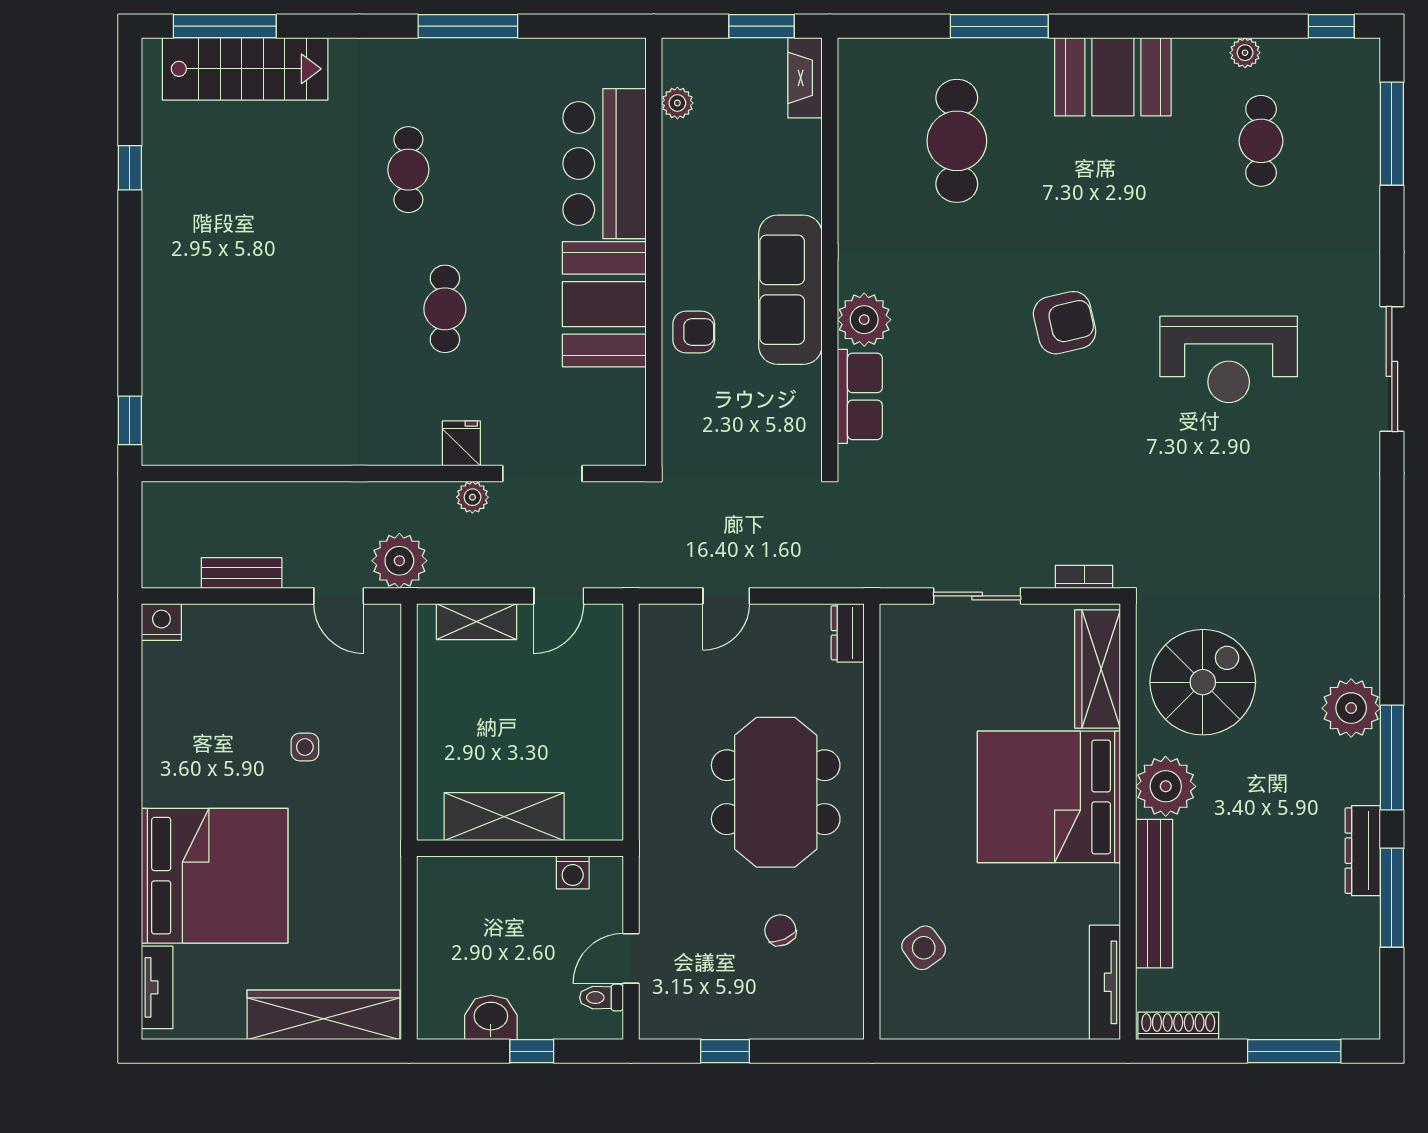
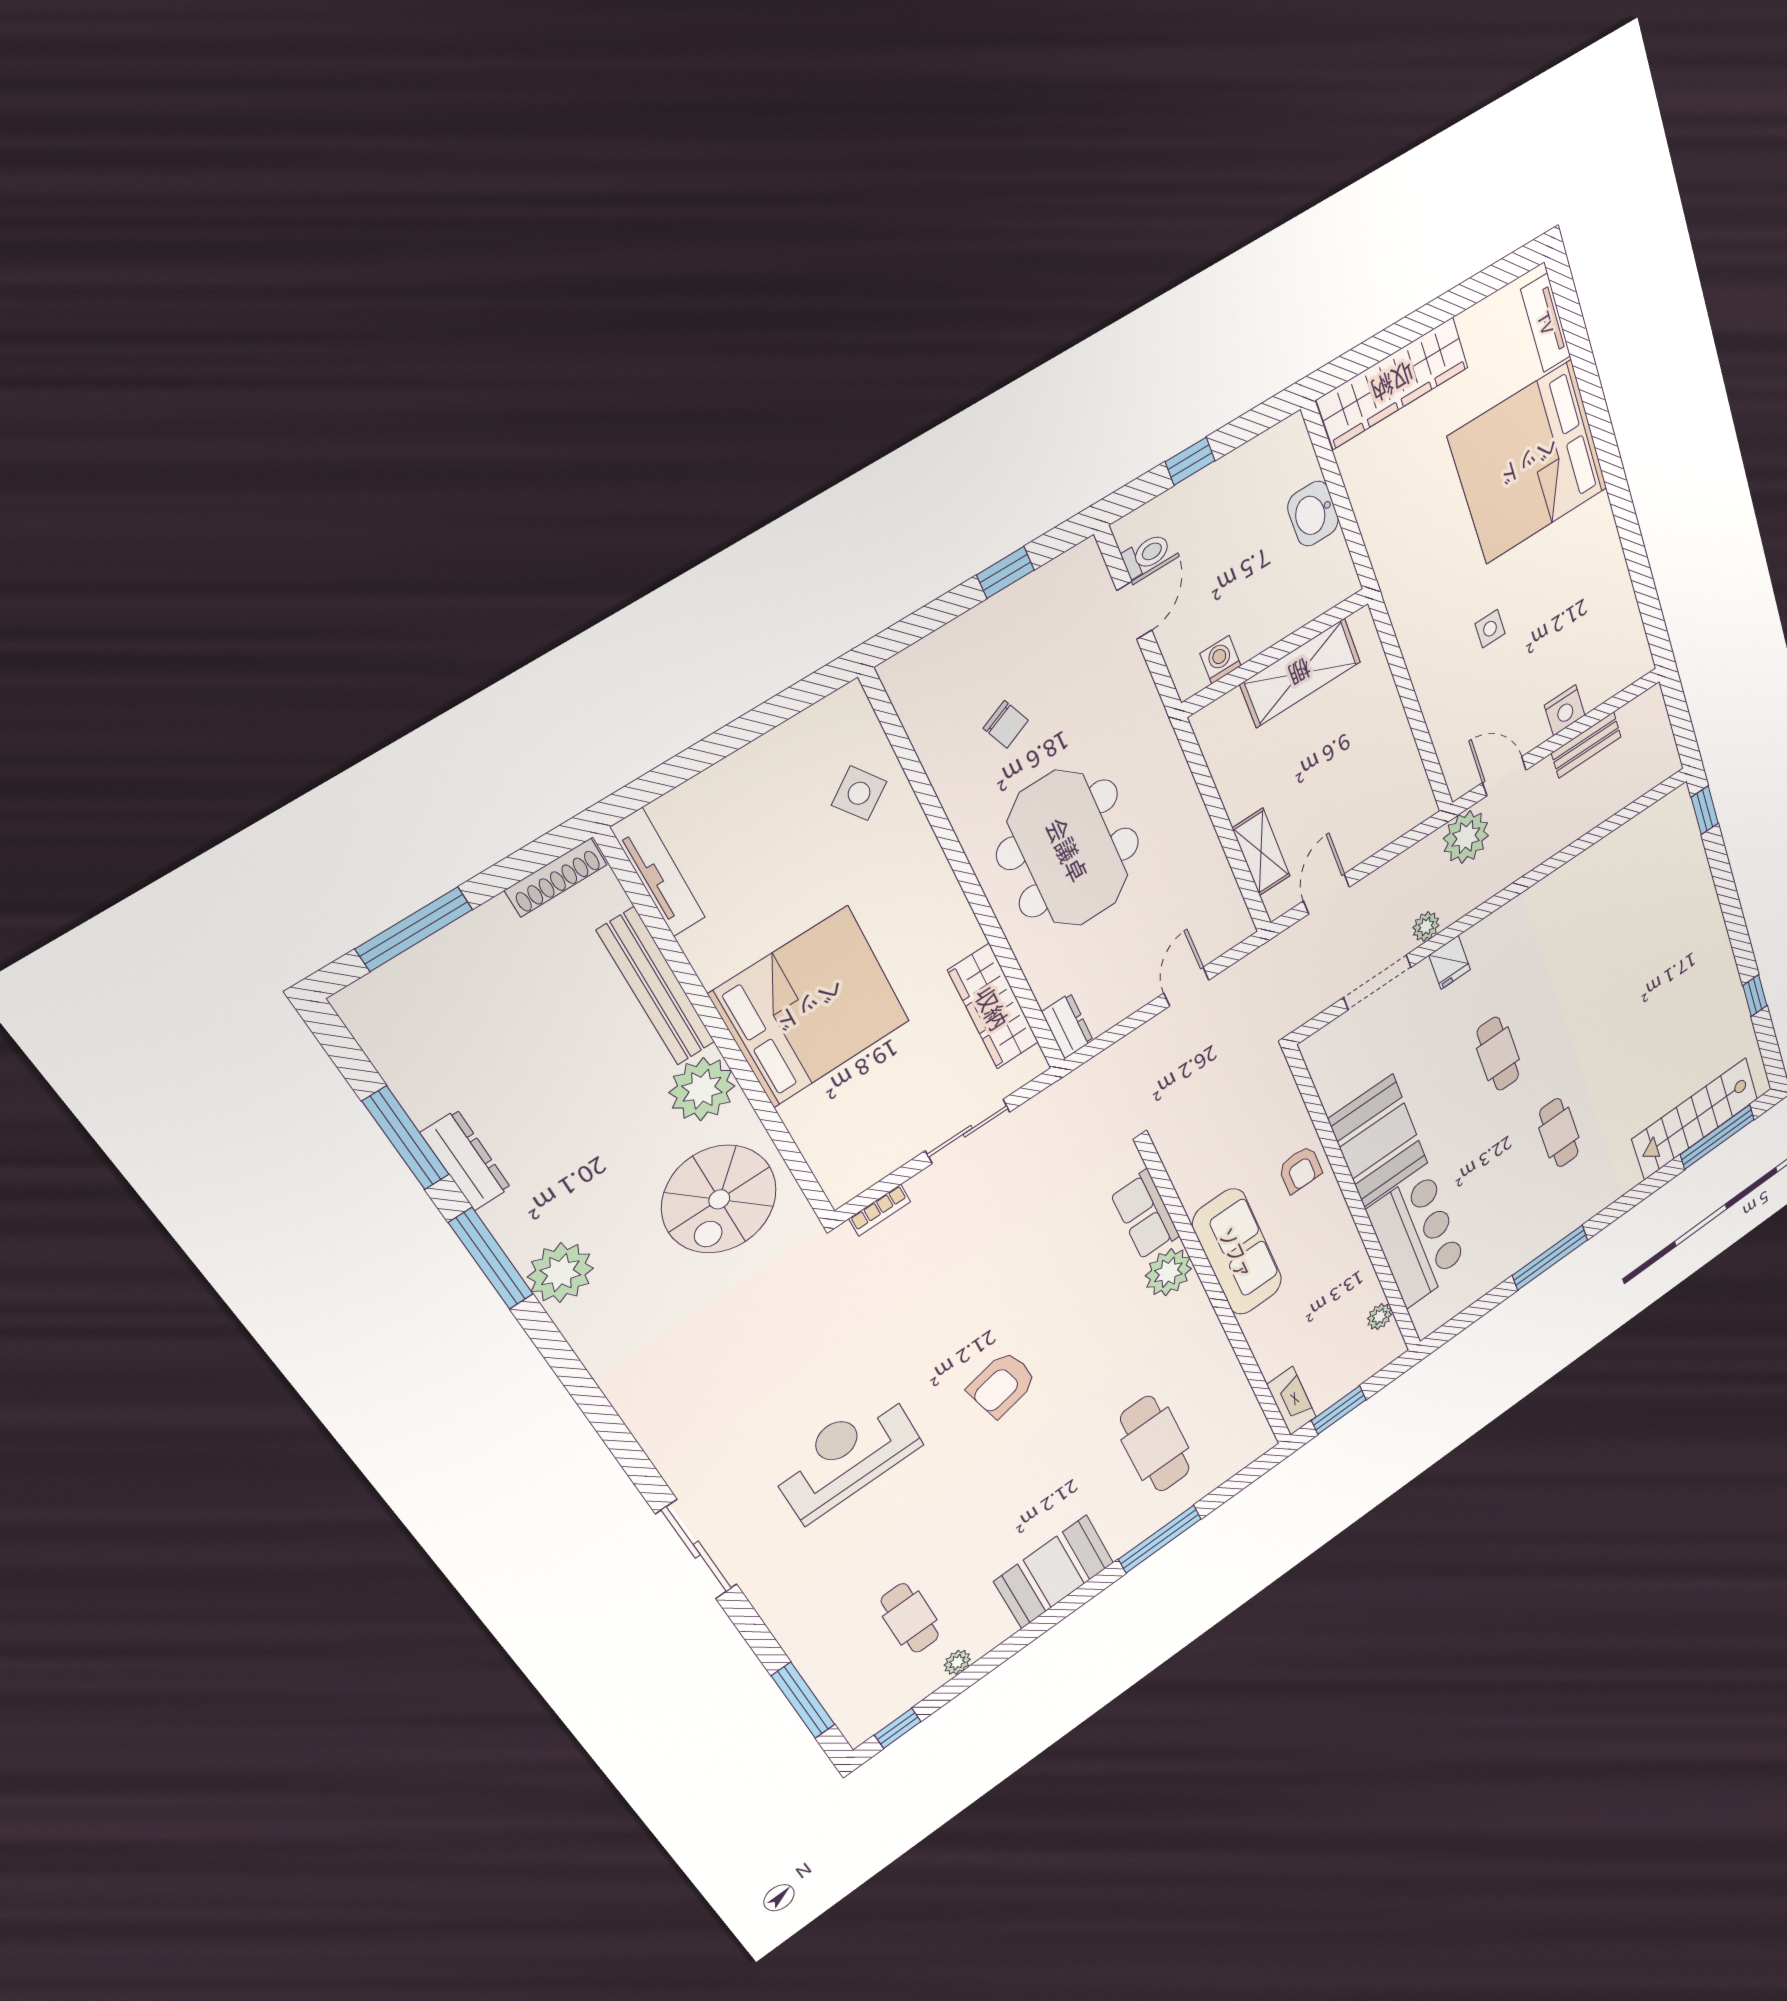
armchair: (694, 332) -> (1300, 1169), turned -90
nightstand: (161, 622) -> (1565, 710), moved
shelving: (477, 622) -> (1261, 852), moved, turned 90
wardrobe: (1098, 669) -> (993, 1007), moved, turned 180
washbasin: (491, 1017) -> (1313, 514), moved, turned 90

